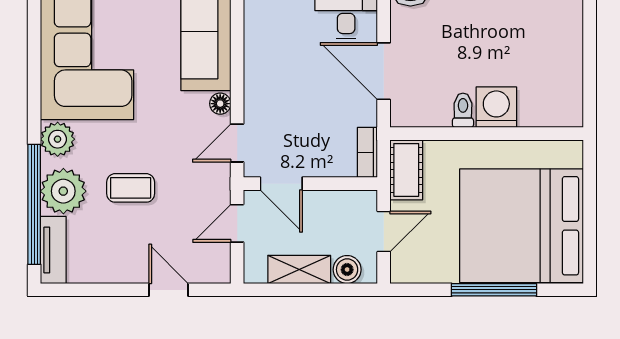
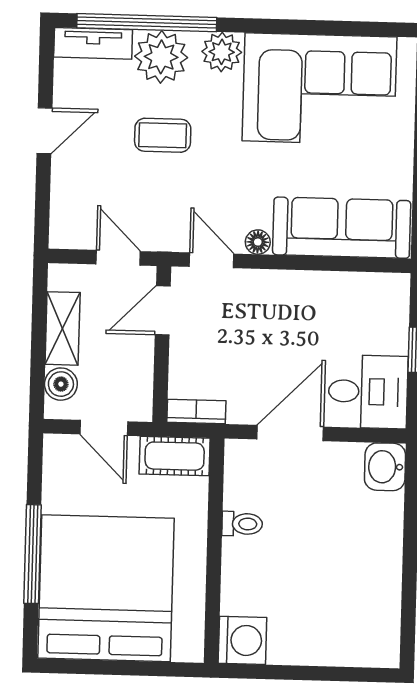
washing machine: (496, 107) -> (242, 640), moved
coffee table: (131, 188) -> (163, 135), turned 90
door: (168, 290) -> (44, 131), moved

